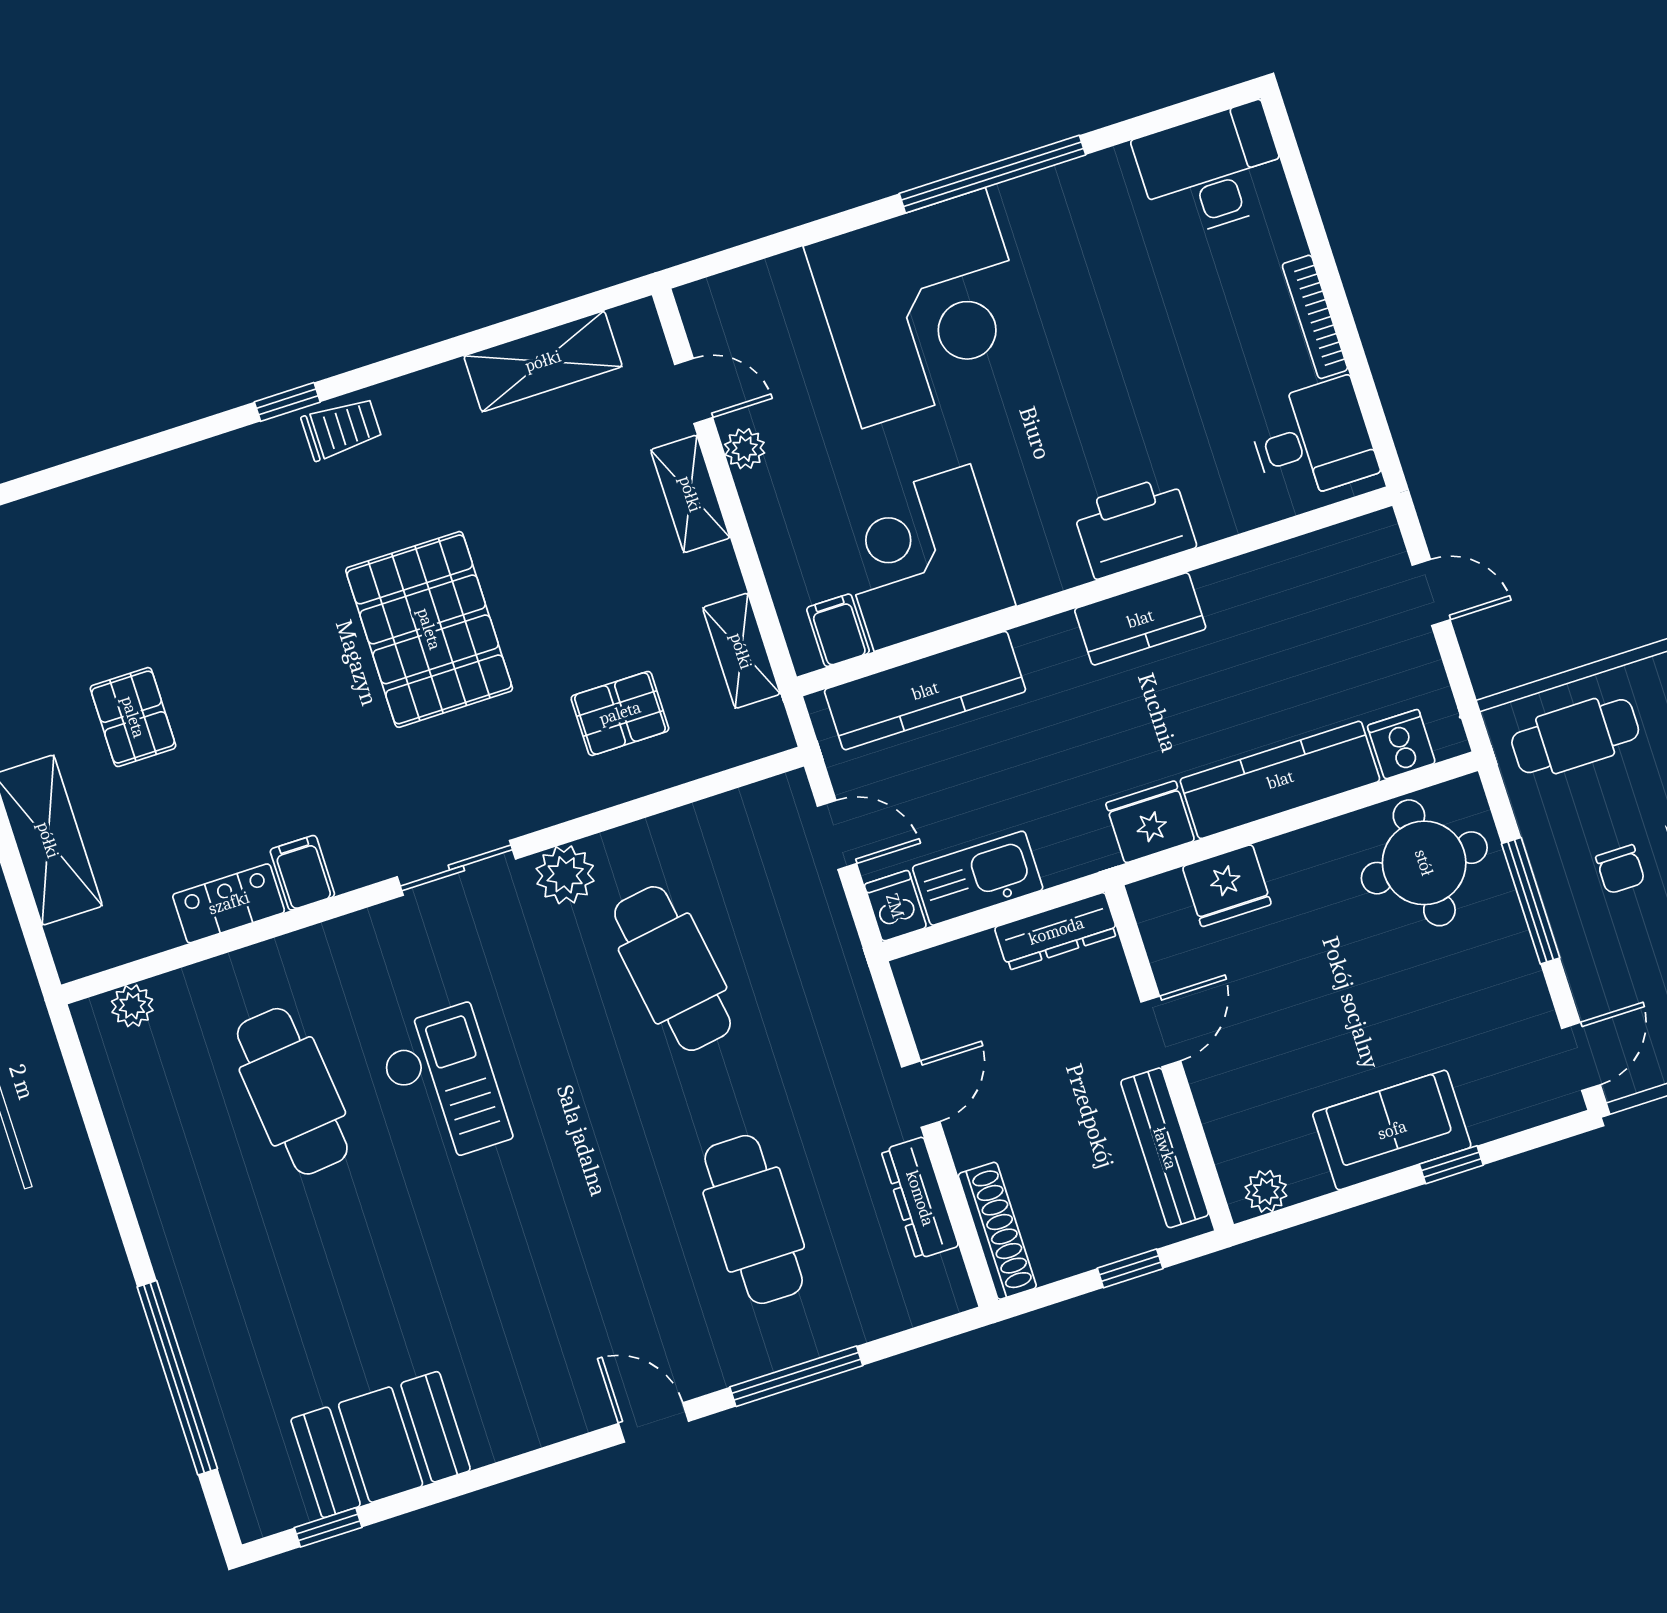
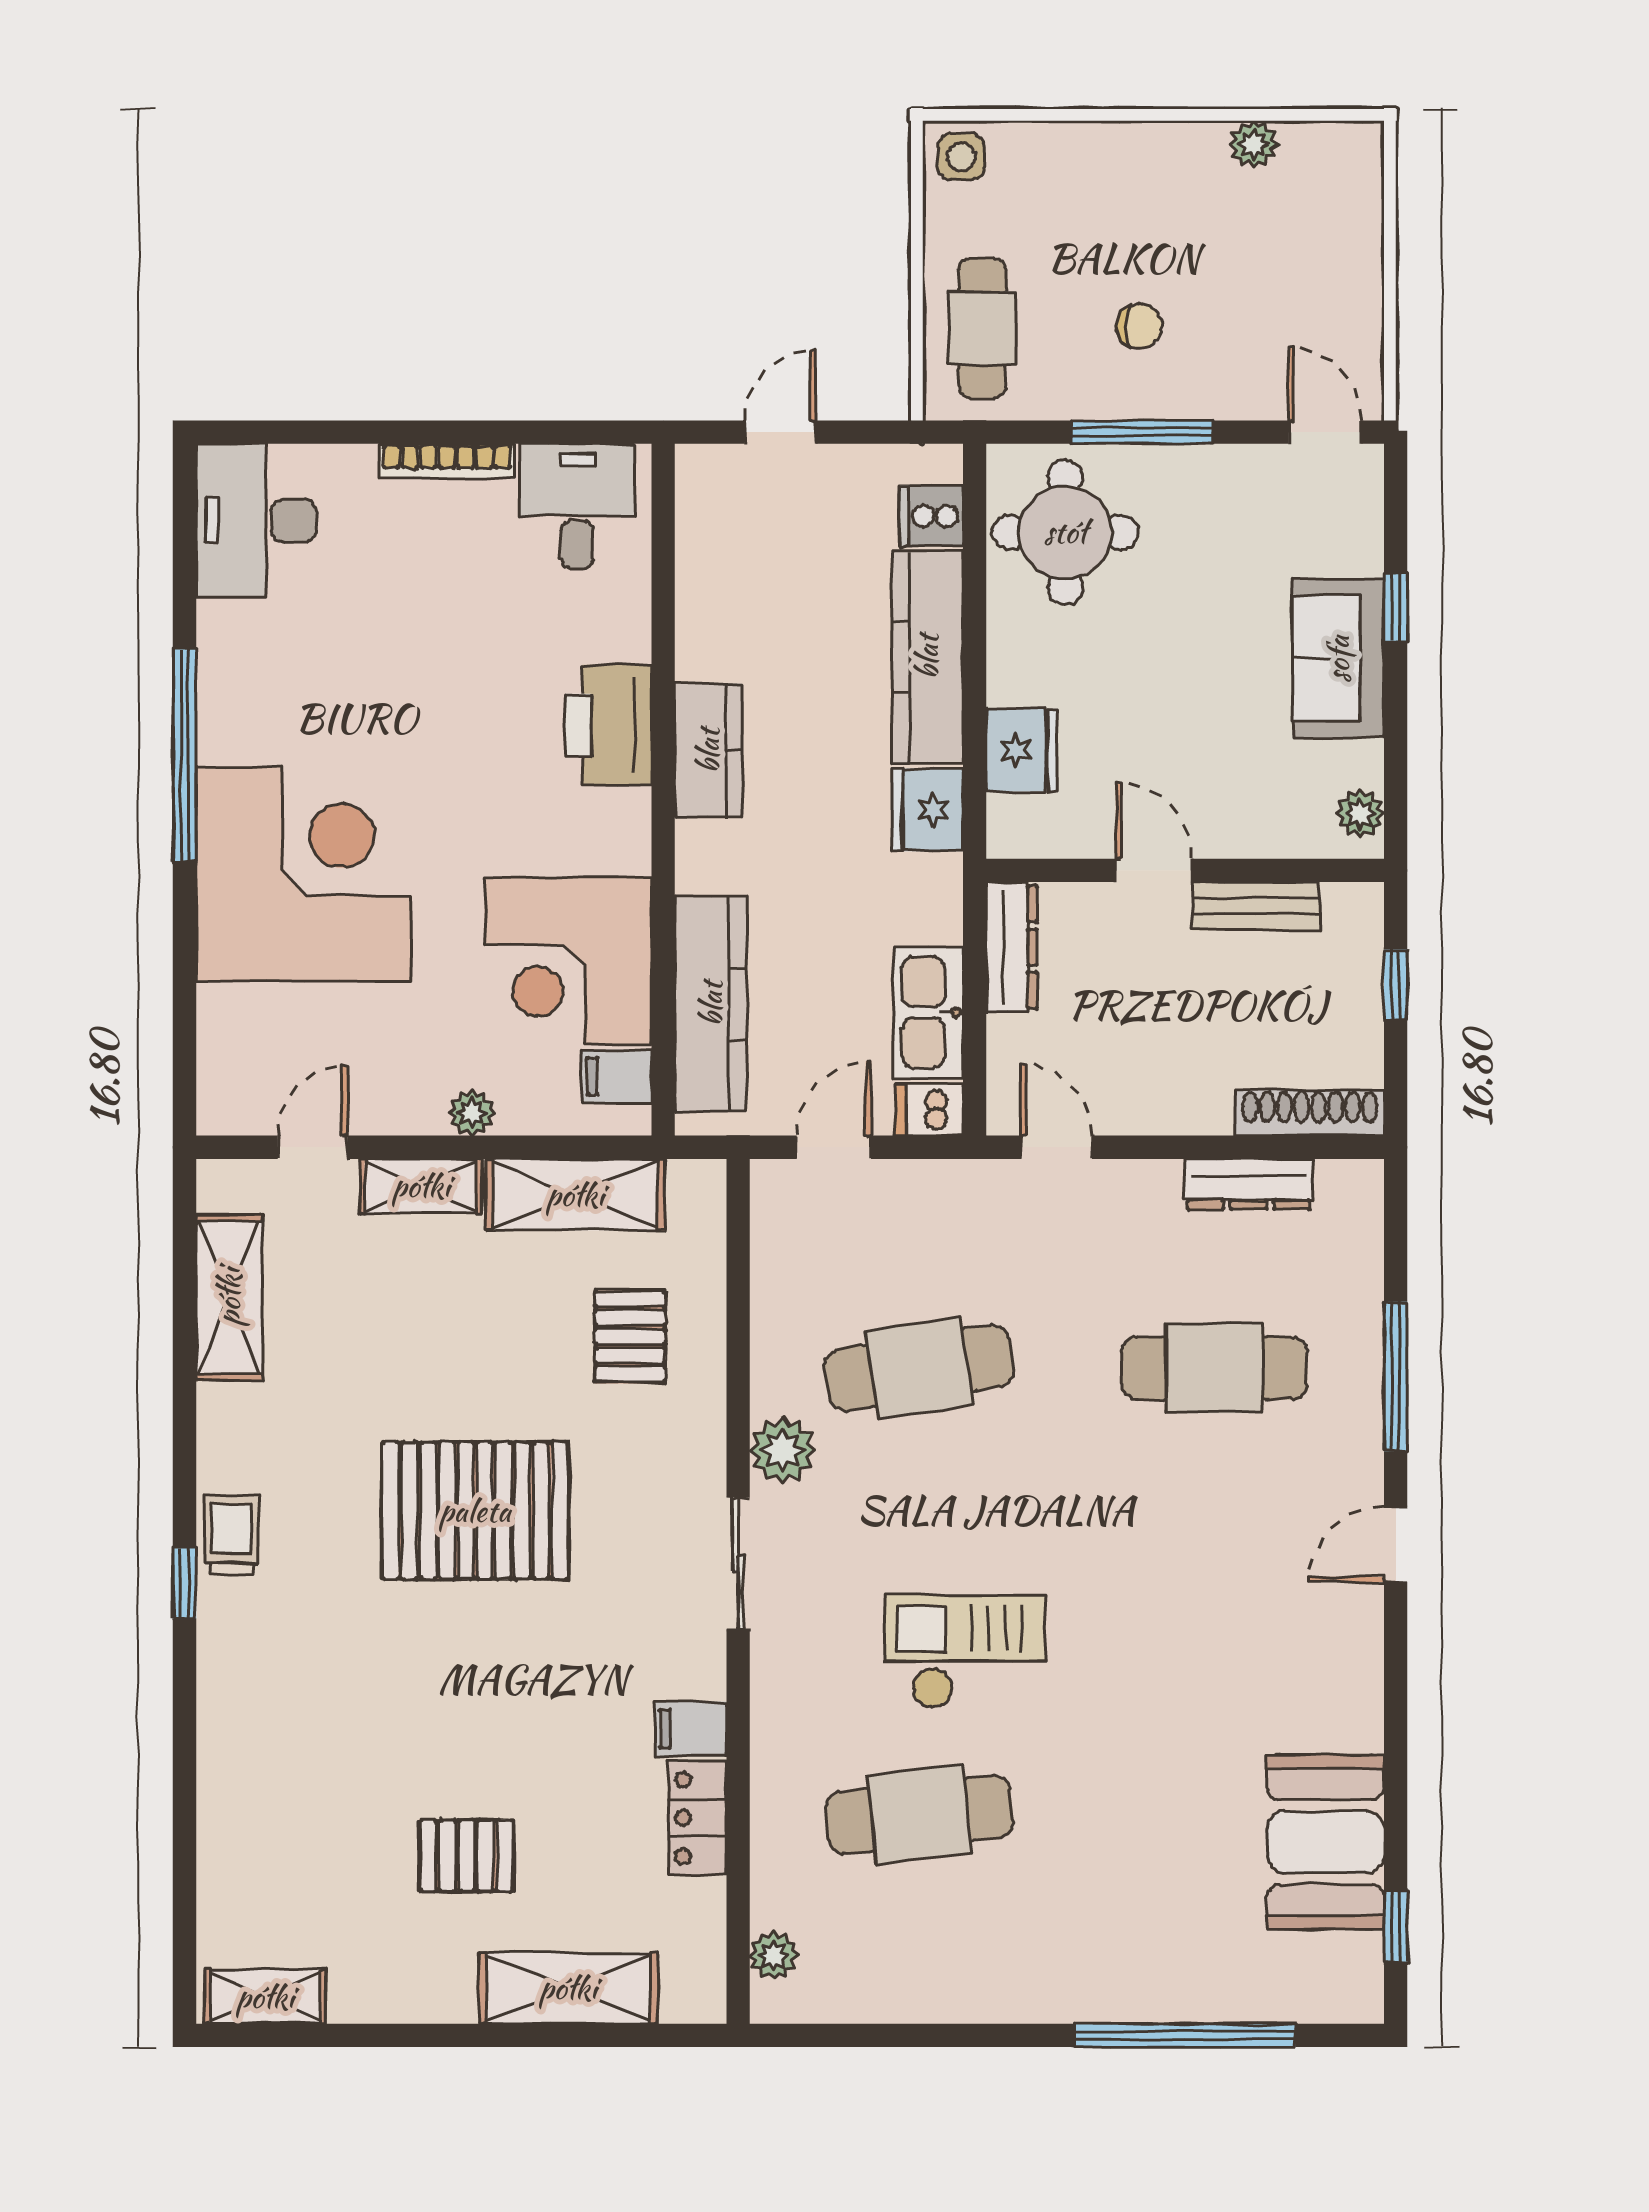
plant: (745, 449) -> (472, 1113), moved
shelving: (741, 651) -> (575, 1195), width x1.50, depth x1.33
door: (921, 1094) -> (1057, 1147), moved
bench: (1165, 1148) -> (1256, 906), width x0.73

